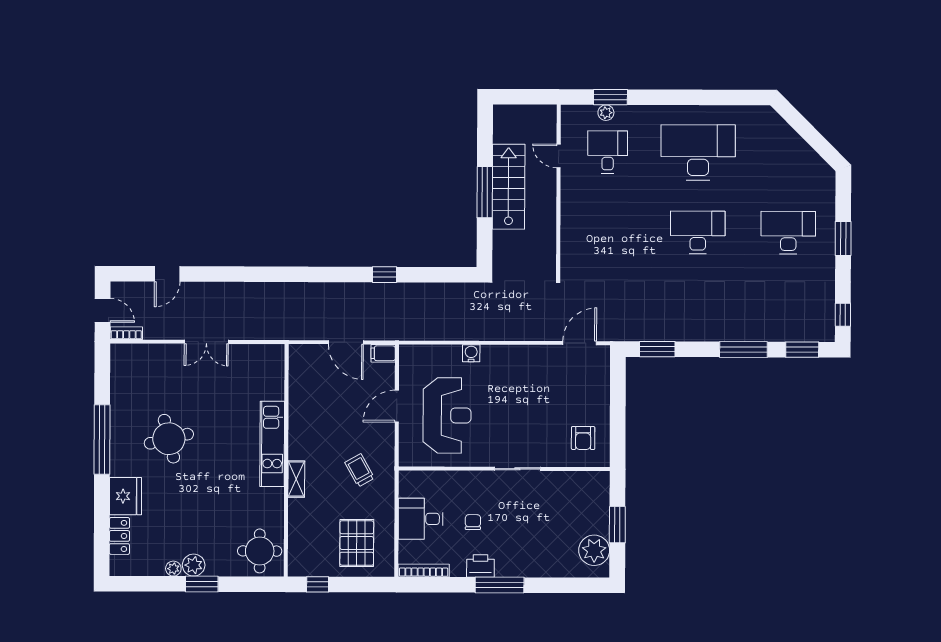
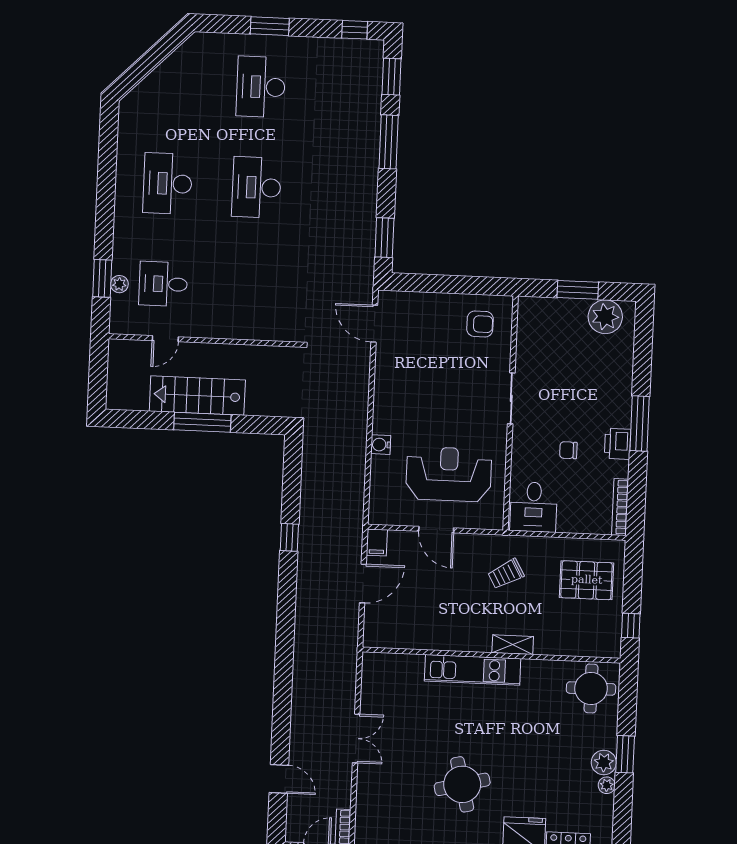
desk: (698, 152) -> (168, 183), width x0.73, depth x0.77
desk: (421, 519) -> (534, 507), moved

